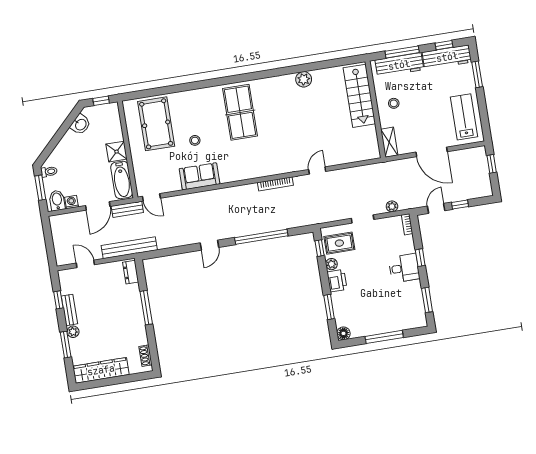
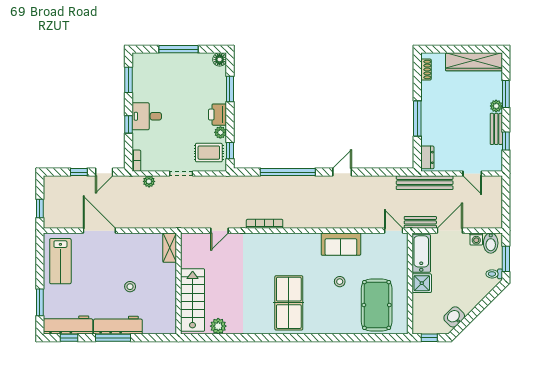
stairs: (359, 96) -> (193, 300), moved
wall: (375, 109) -> (179, 283), moved
shelving: (389, 142) -> (170, 248), moved

